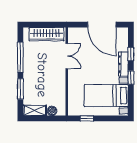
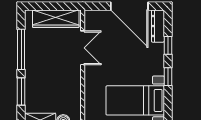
dresser: (123, 64) -> (158, 26), moved

